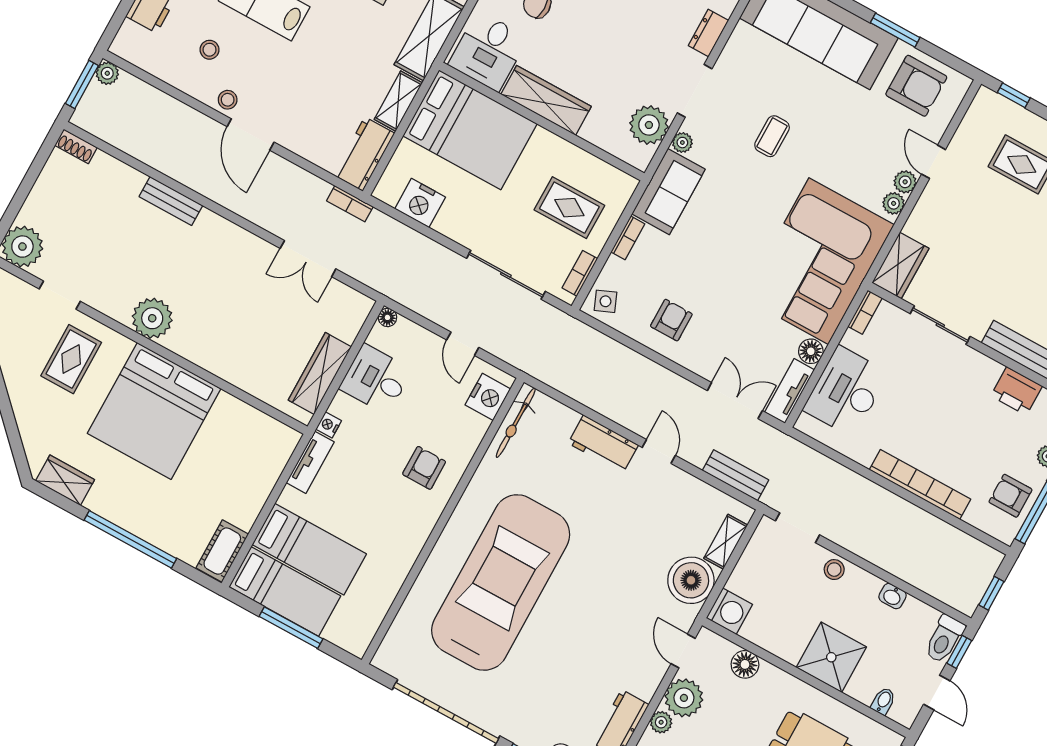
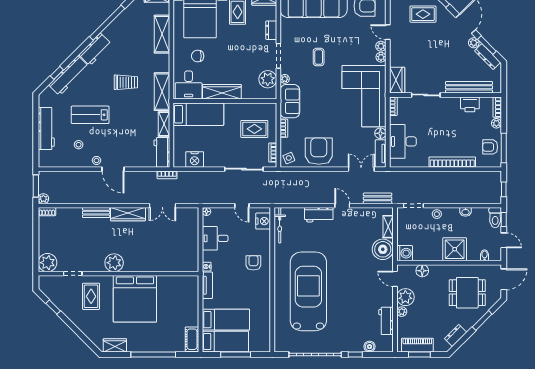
plant: (107, 73) -> (43, 199), moved
bed: (470, 130) -> (198, 114), width x0.67
armchair: (671, 320) -> (319, 151), width x1.88, depth x1.88
wardrobe: (320, 373) -> (128, 214), moved, turned -90

